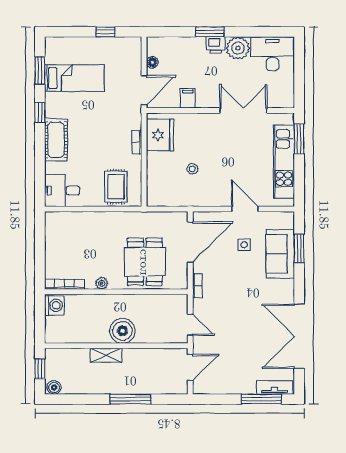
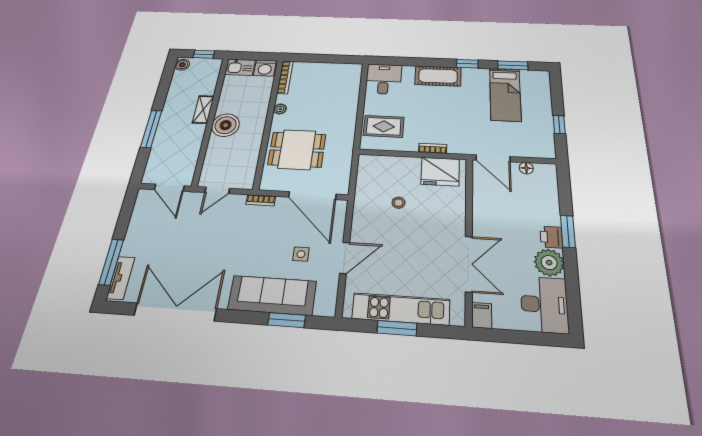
filing cabinet: (188, 98) -> (482, 315), moved, turned -90
window: (299, 139) -> (397, 328), moved
sofa: (280, 254) -> (272, 295), width x1.36
kitchen sink: (54, 330) -> (240, 67), added

